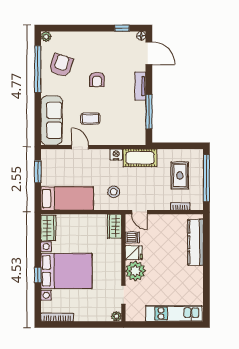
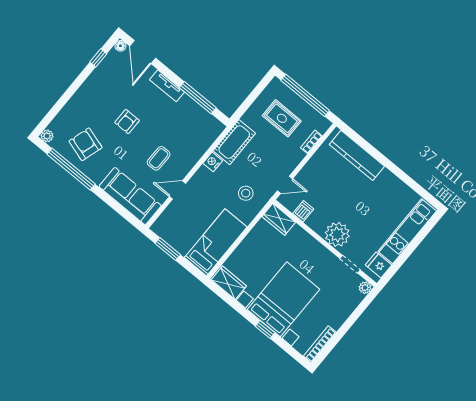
door: (149, 53) -> (143, 52), swing flipped
armchair: (97, 80) -> (127, 122), turned 90
fridge: (134, 253) -> (379, 265), moved, turned -90

